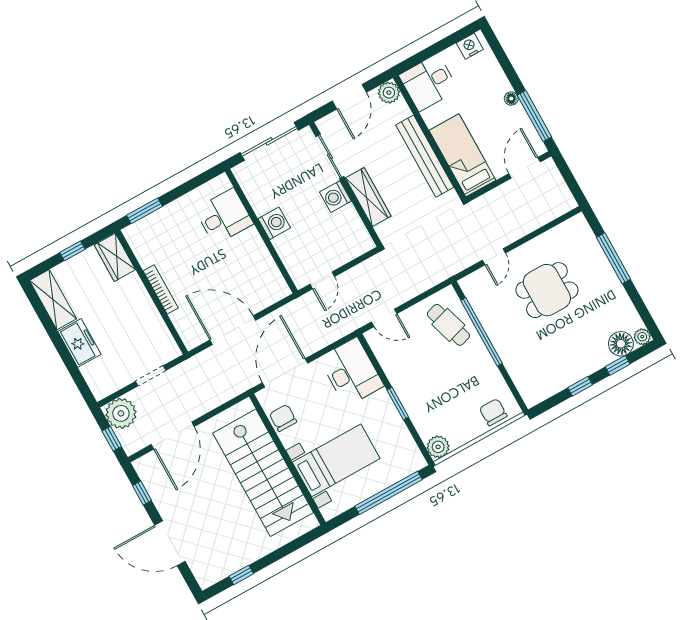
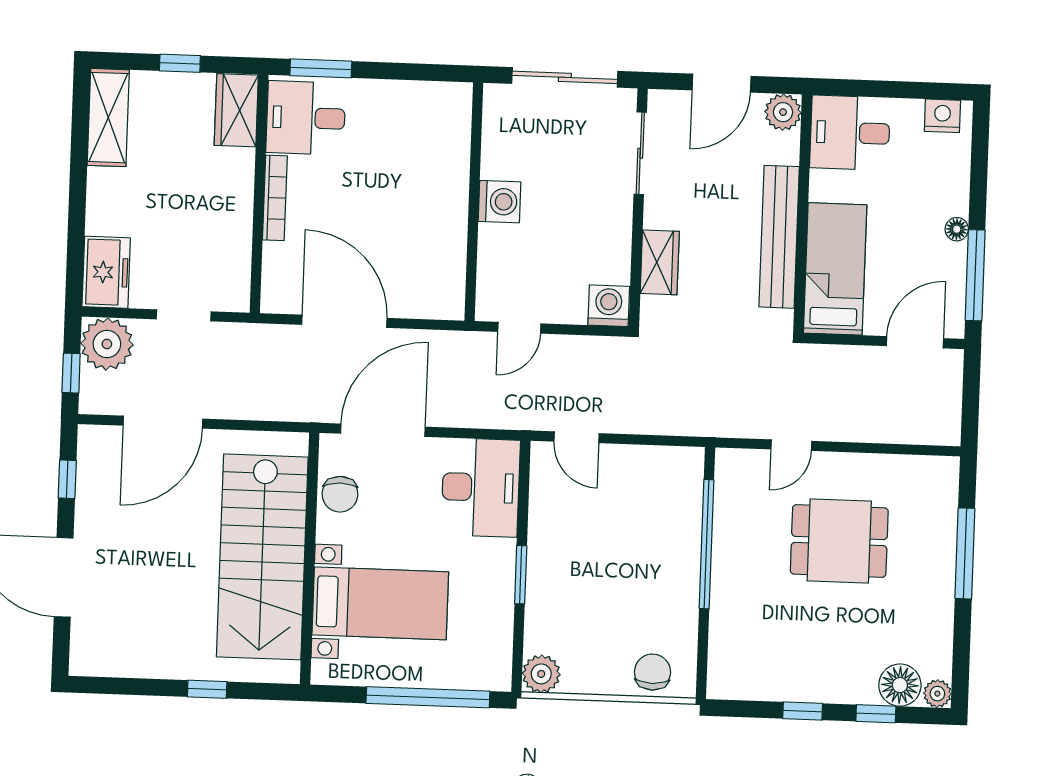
washing machine: (335, 197) -> (609, 306), moved, turned 90
wardrobe: (368, 197) -> (660, 262), width x0.67
desk: (224, 217) -> (306, 118), moved, turned 180
cafe table: (448, 325) -> (664, 505), removed
freezer: (79, 343) -> (106, 272), moved
chair: (283, 418) -> (340, 494), turned 180
window: (241, 575) -> (207, 689), moved

